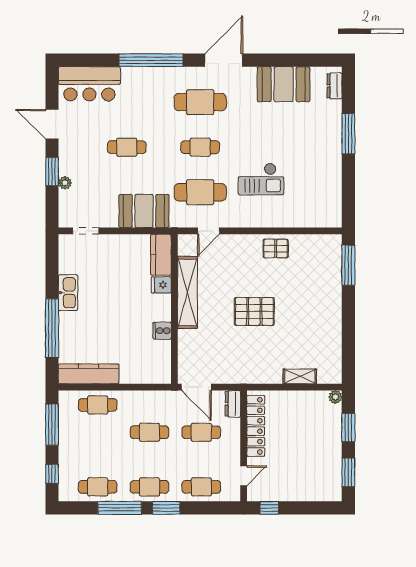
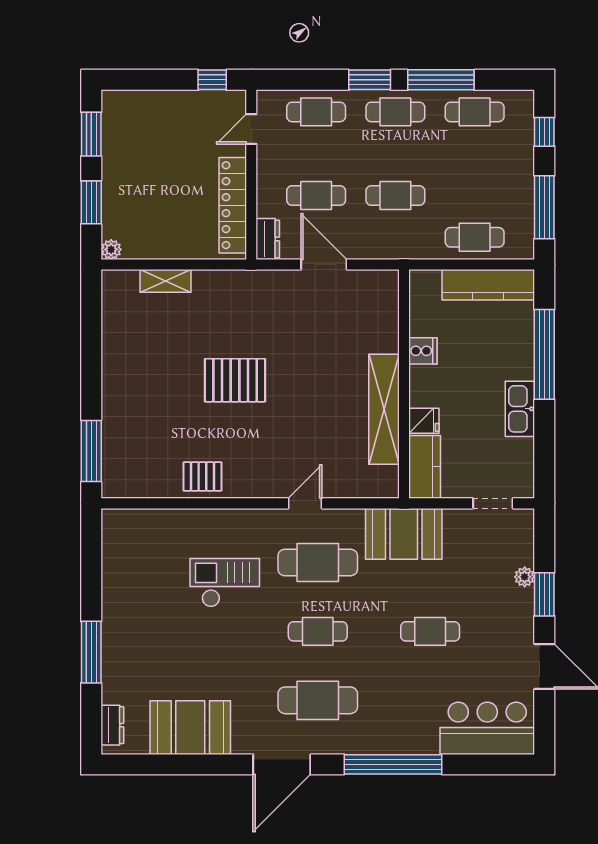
kitchen counter: (161, 255) -> (425, 467), moved
fridge: (161, 285) -> (424, 421), moved
shelving: (187, 292) -> (384, 409), moved
wall: (174, 309) -> (404, 384), moved
cooker: (162, 331) -> (423, 351), moved

